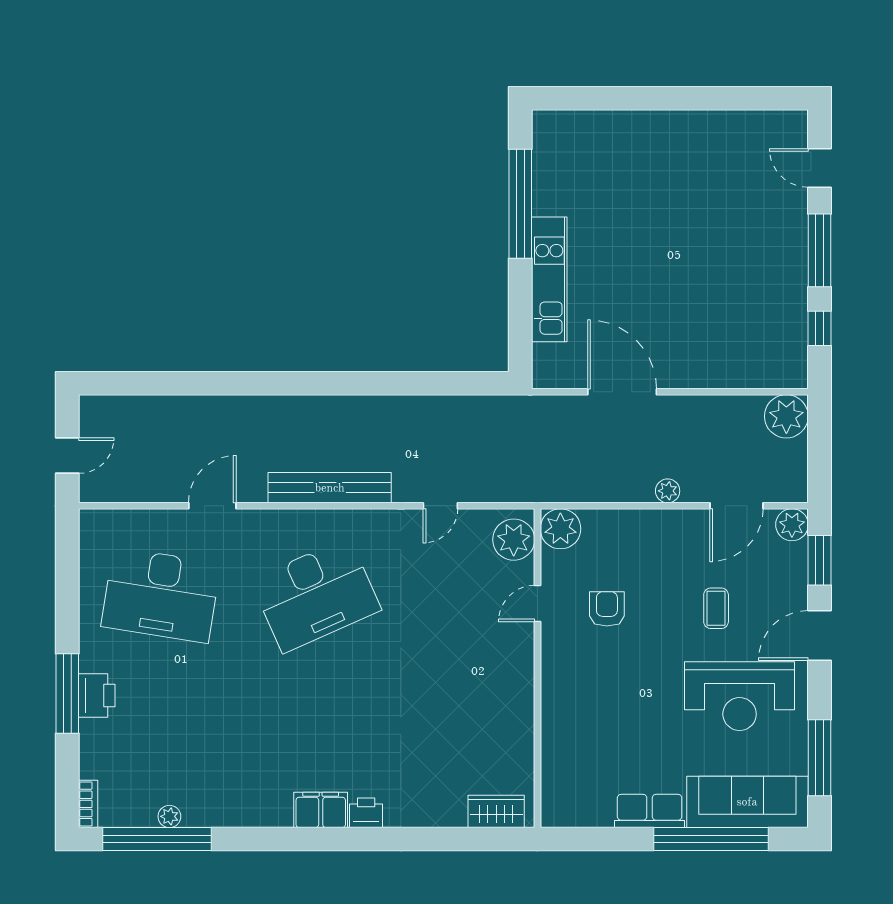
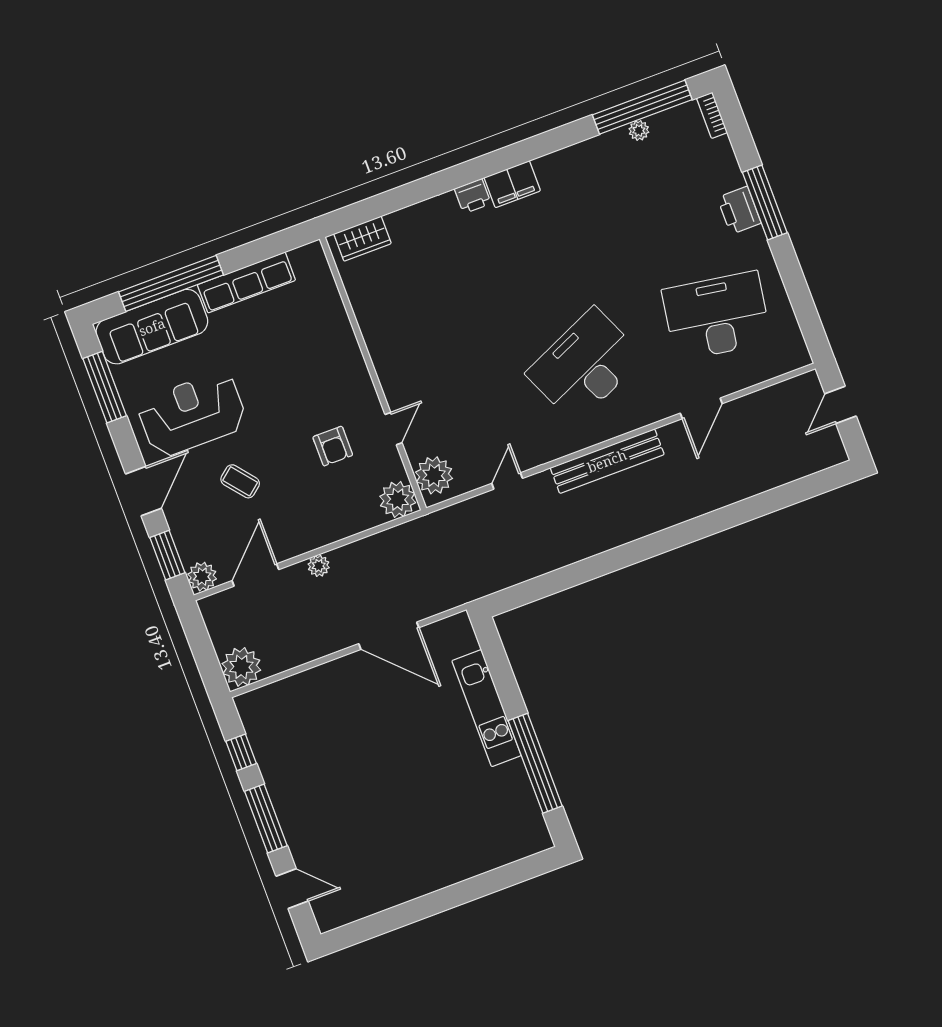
coffee table: (716, 608) -> (240, 481), turned -39
row of seats: (650, 811) -> (246, 282), width x1.48

